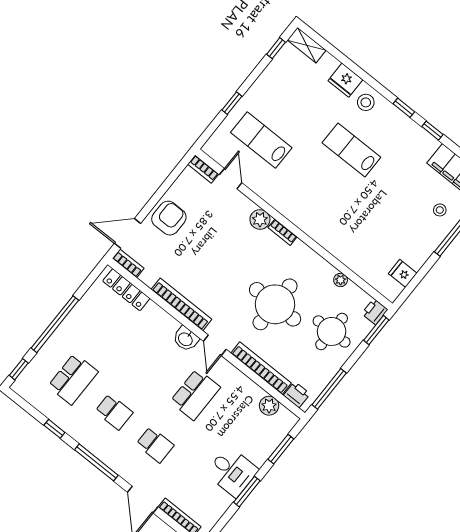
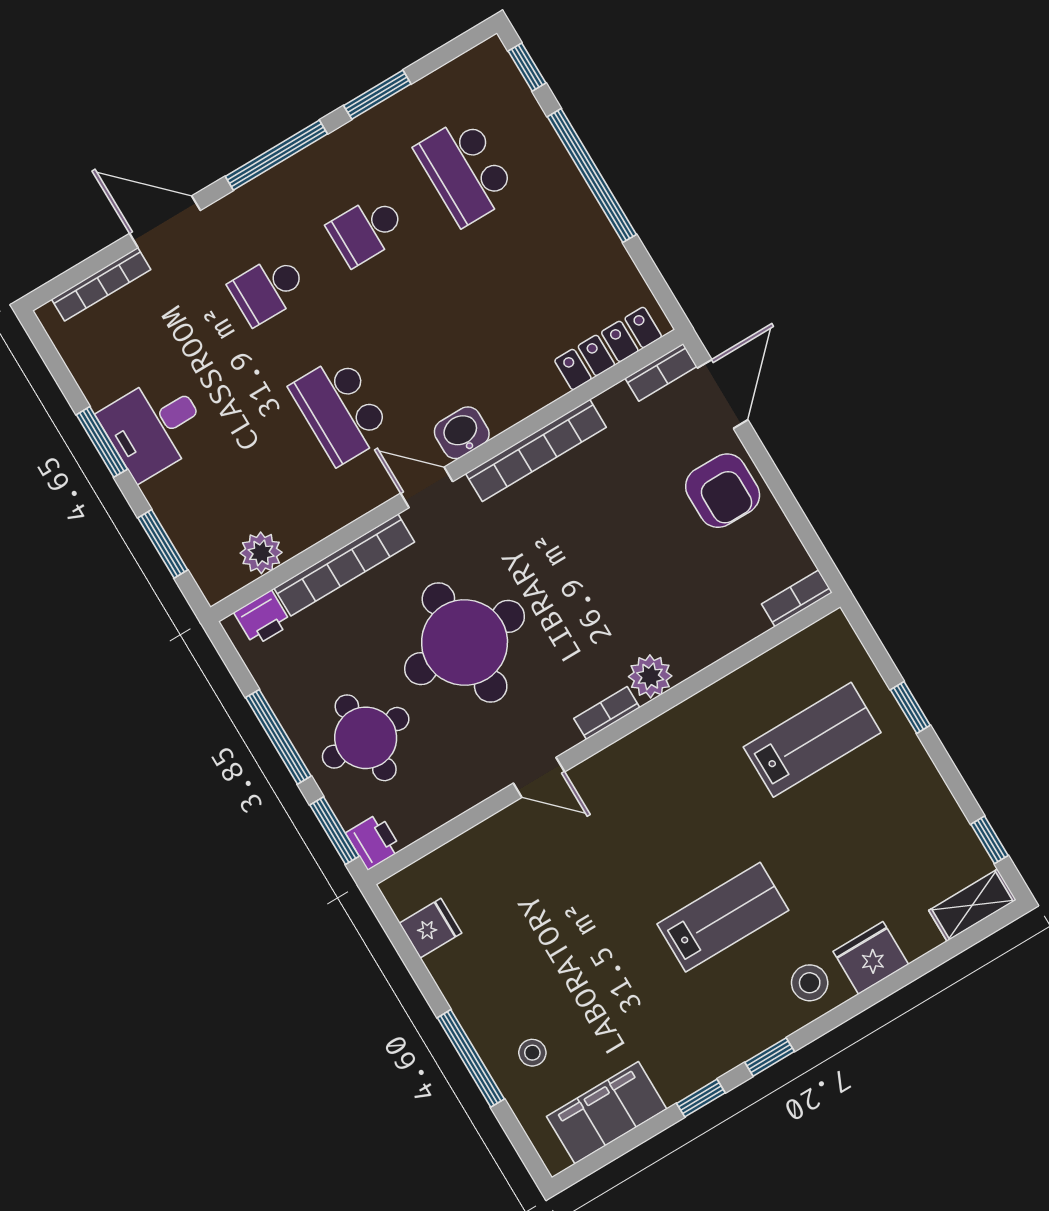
door: (231, 179) -> (539, 777), moved
plant: (341, 280) -> (464, 795), removed
window: (329, 389) -> (278, 737), moved
window: (54, 429) -> (377, 95), width x1.50

